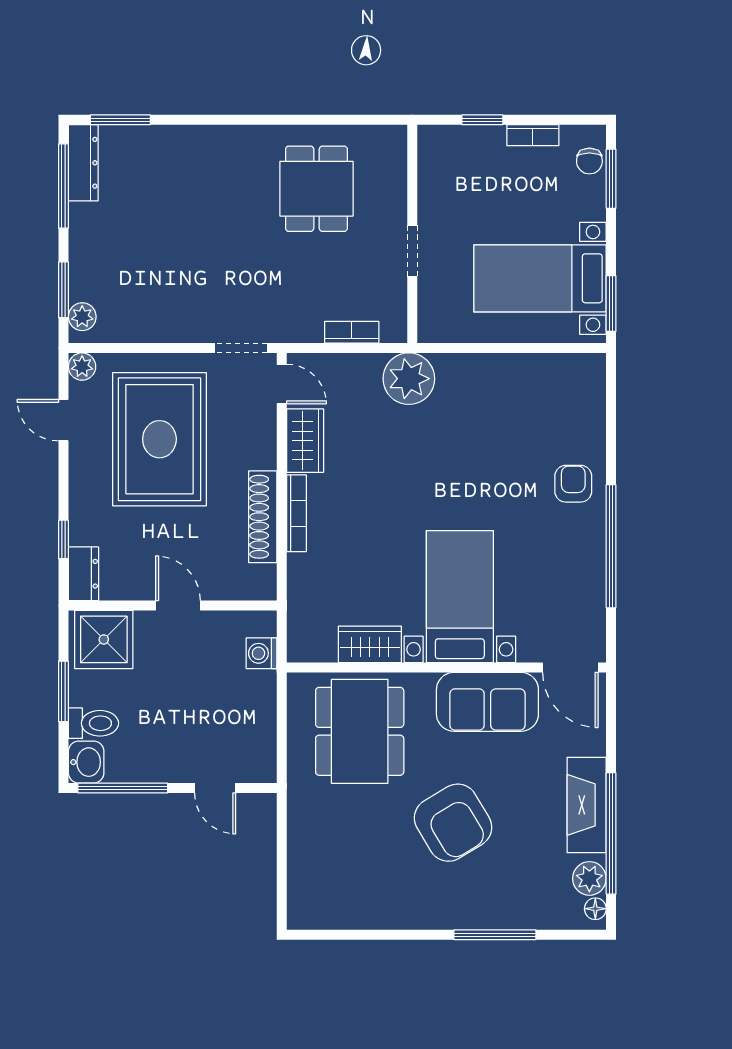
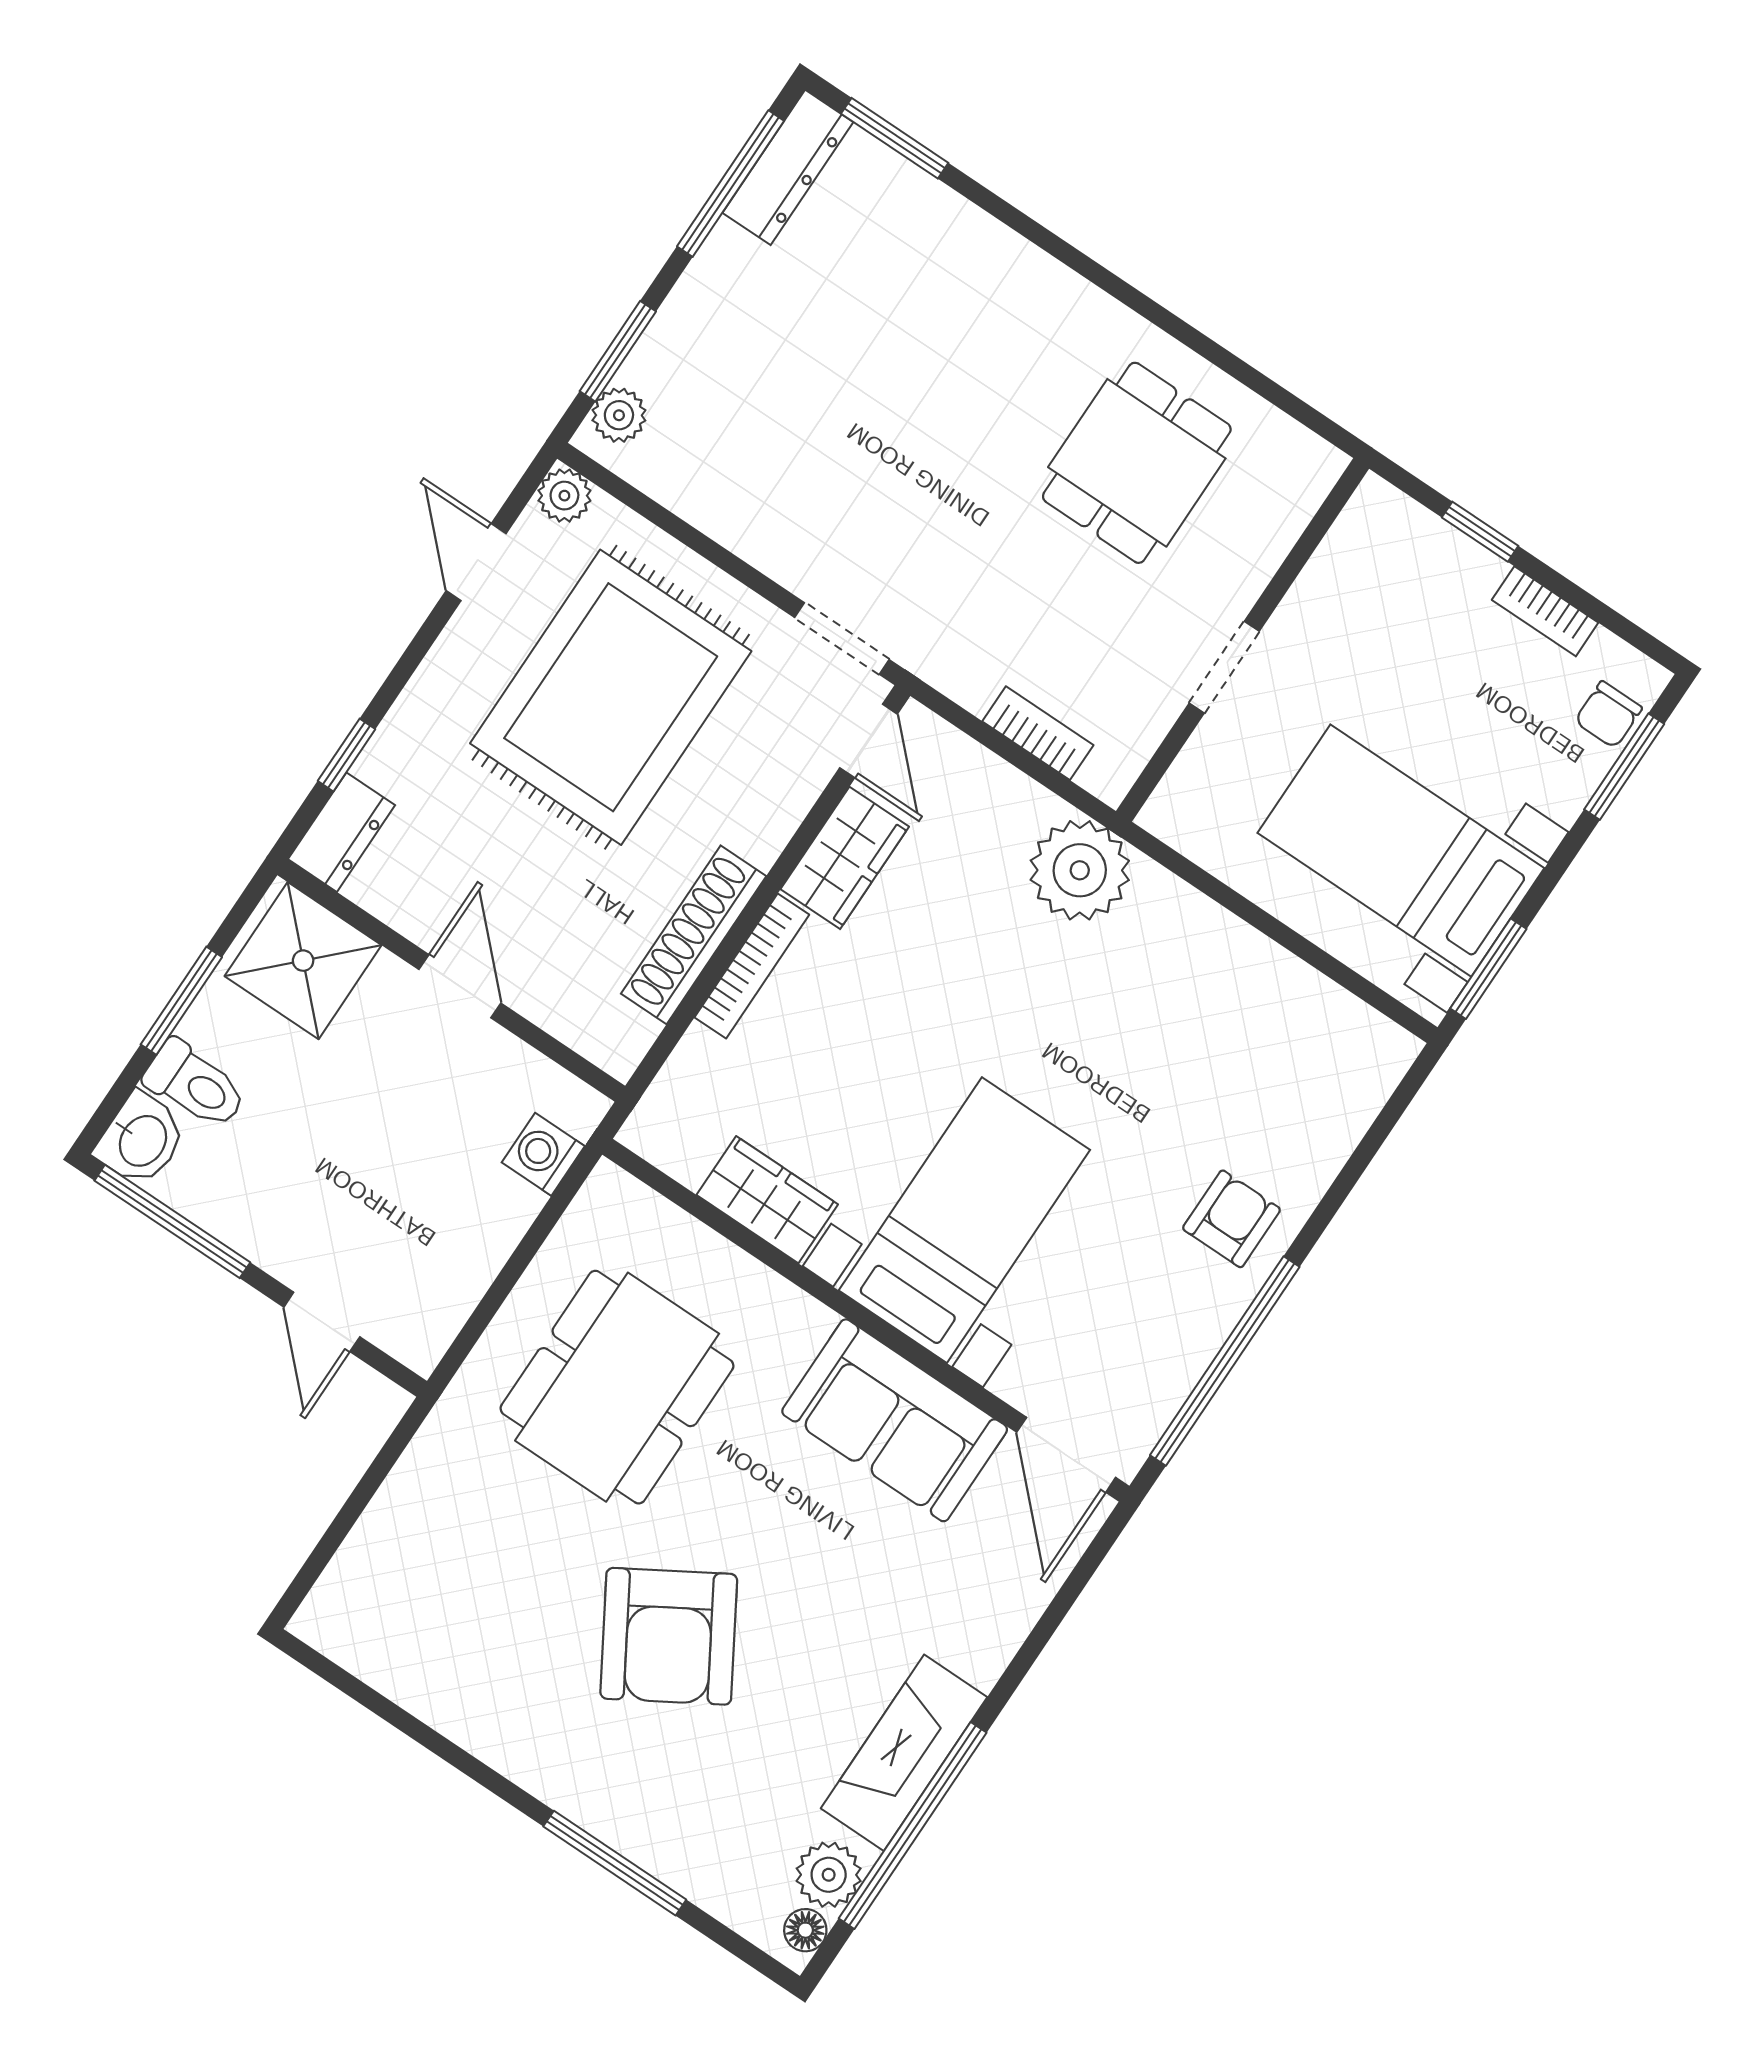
bed with nightstands: (460, 597) -> (964, 1220), moved
wardrobe: (370, 644) -> (767, 1200), moved
wall: (446, 667) -> (866, 1320), moved
door: (570, 667) -> (1066, 1455), moved
sofa: (487, 702) -> (895, 1420), moved

